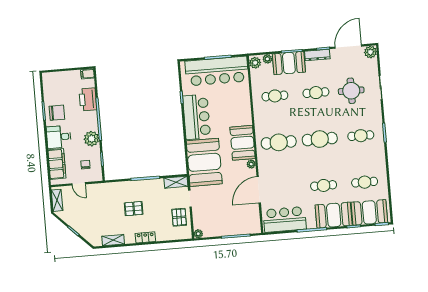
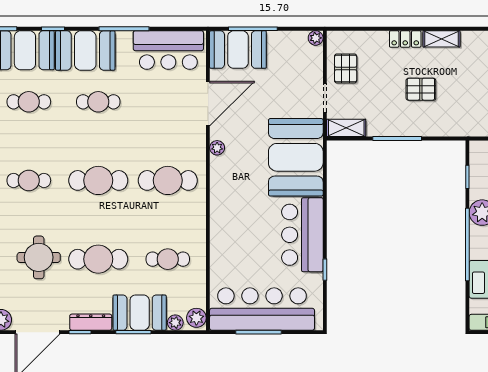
cafe table: (316, 93) -> (98, 259), width x1.37, depth x1.35
booth: (243, 143) -> (238, 50), moved, turned 90
shelving: (113, 240) -> (442, 39), moved

